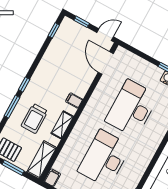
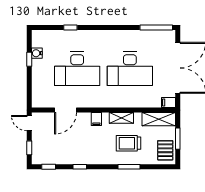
door: (106, 63) -> (66, 110), moved
window: (24, 84) -> (80, 167), moved
trolley: (34, 118) -> (128, 143), turned 180

